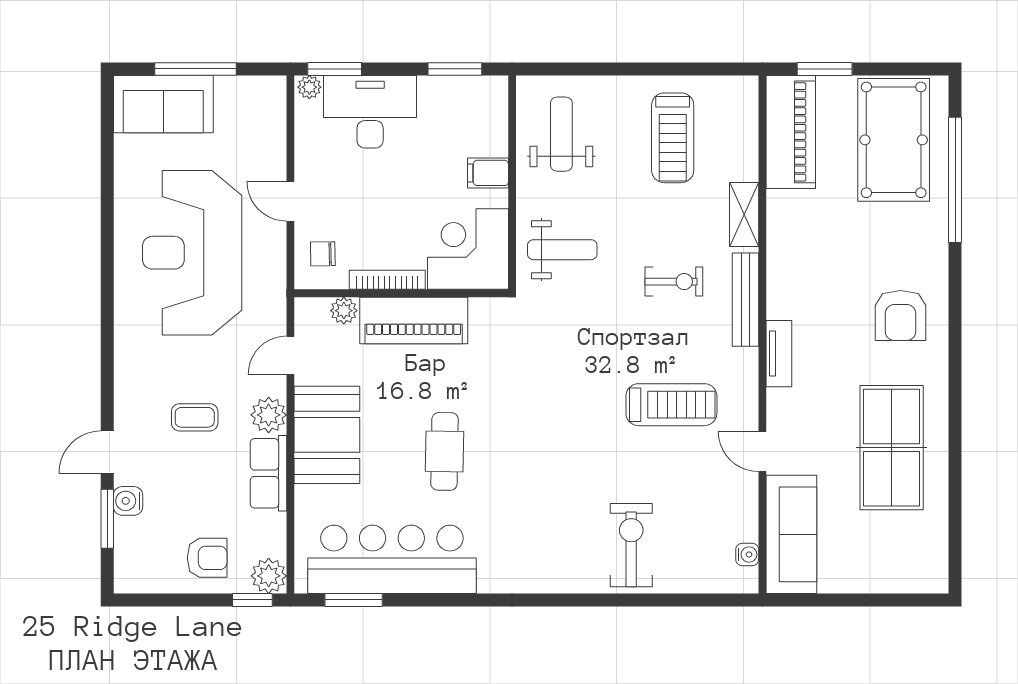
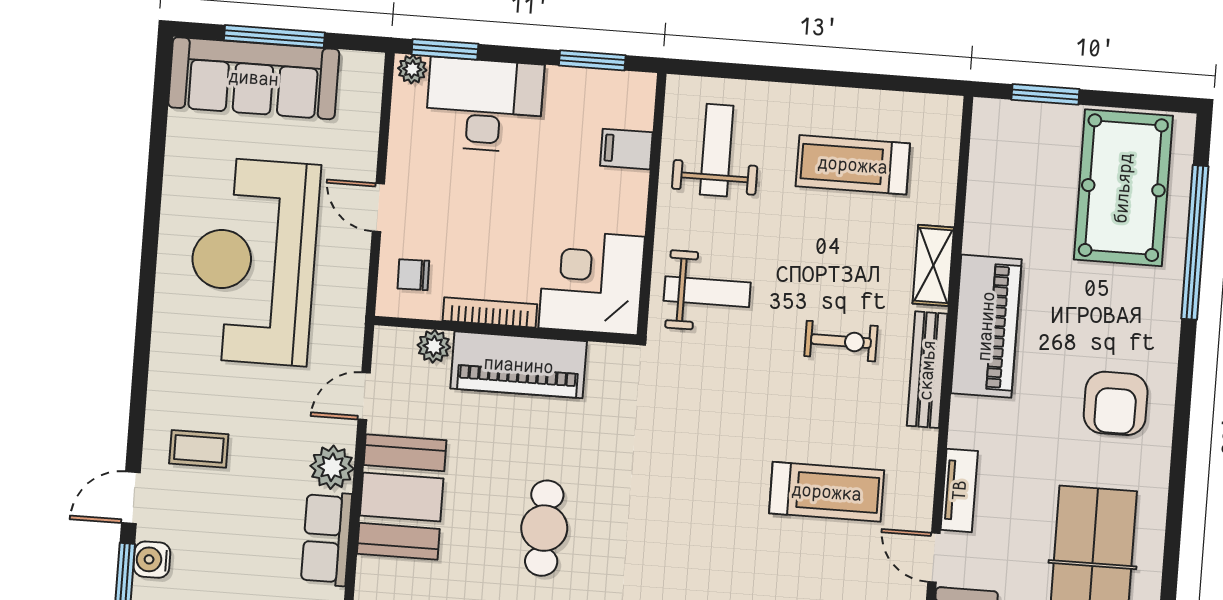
sofa: (163, 104) -> (254, 78), width x1.36
piano: (791, 132) -> (986, 326), moved
treadmill: (673, 138) -> (853, 165), turned 90
filing cabinet: (488, 173) -> (626, 149), moved
tv unit: (779, 354) -> (959, 490), moved
coffee table: (195, 417) -> (199, 449), moved

